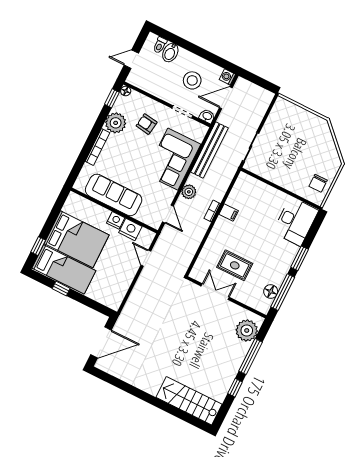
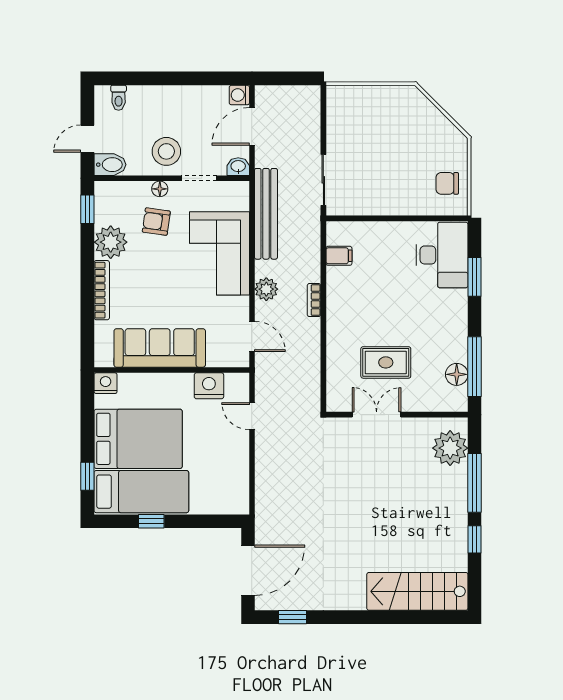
bidet: (170, 53) -> (110, 165), moved, turned -90
stool: (192, 80) -> (166, 151), moved
floor lamp: (126, 91) -> (160, 189), moved
chair: (318, 183) -> (447, 183), turned 90
filing cabinet: (229, 213) -> (339, 256), moved
nightstand: (116, 220) -> (106, 383), moved
window: (300, 258) -> (475, 277), moved
window: (113, 381) -> (293, 617), added

